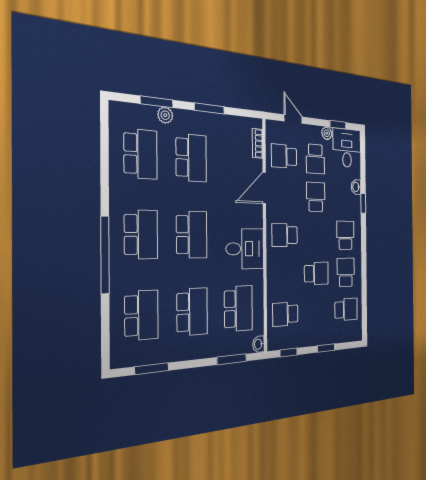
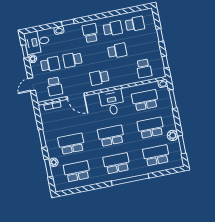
school desk: (285, 235) -> (99, 77), turned 90
school desk: (345, 235) -> (90, 33), turned 90
school desk: (346, 272) -> (113, 28), turned 180
school desk: (316, 273) -> (117, 51), turned 90
school desk: (346, 309) -> (135, 24), turned 90
plant: (172, 352) -> (173, 135), added

